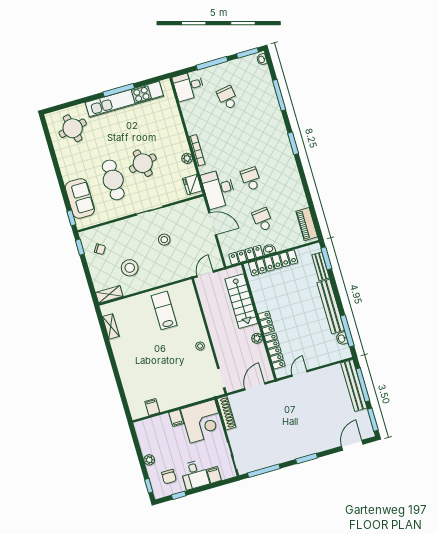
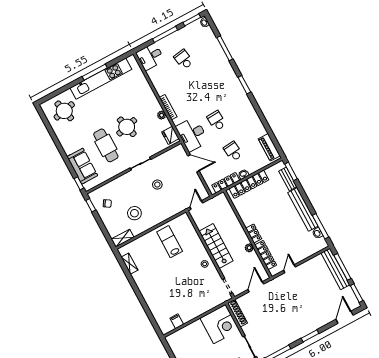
stairs: (241, 301) -> (216, 246), moved, turned 180
filing cabinet: (176, 418) -> (198, 326), removed

